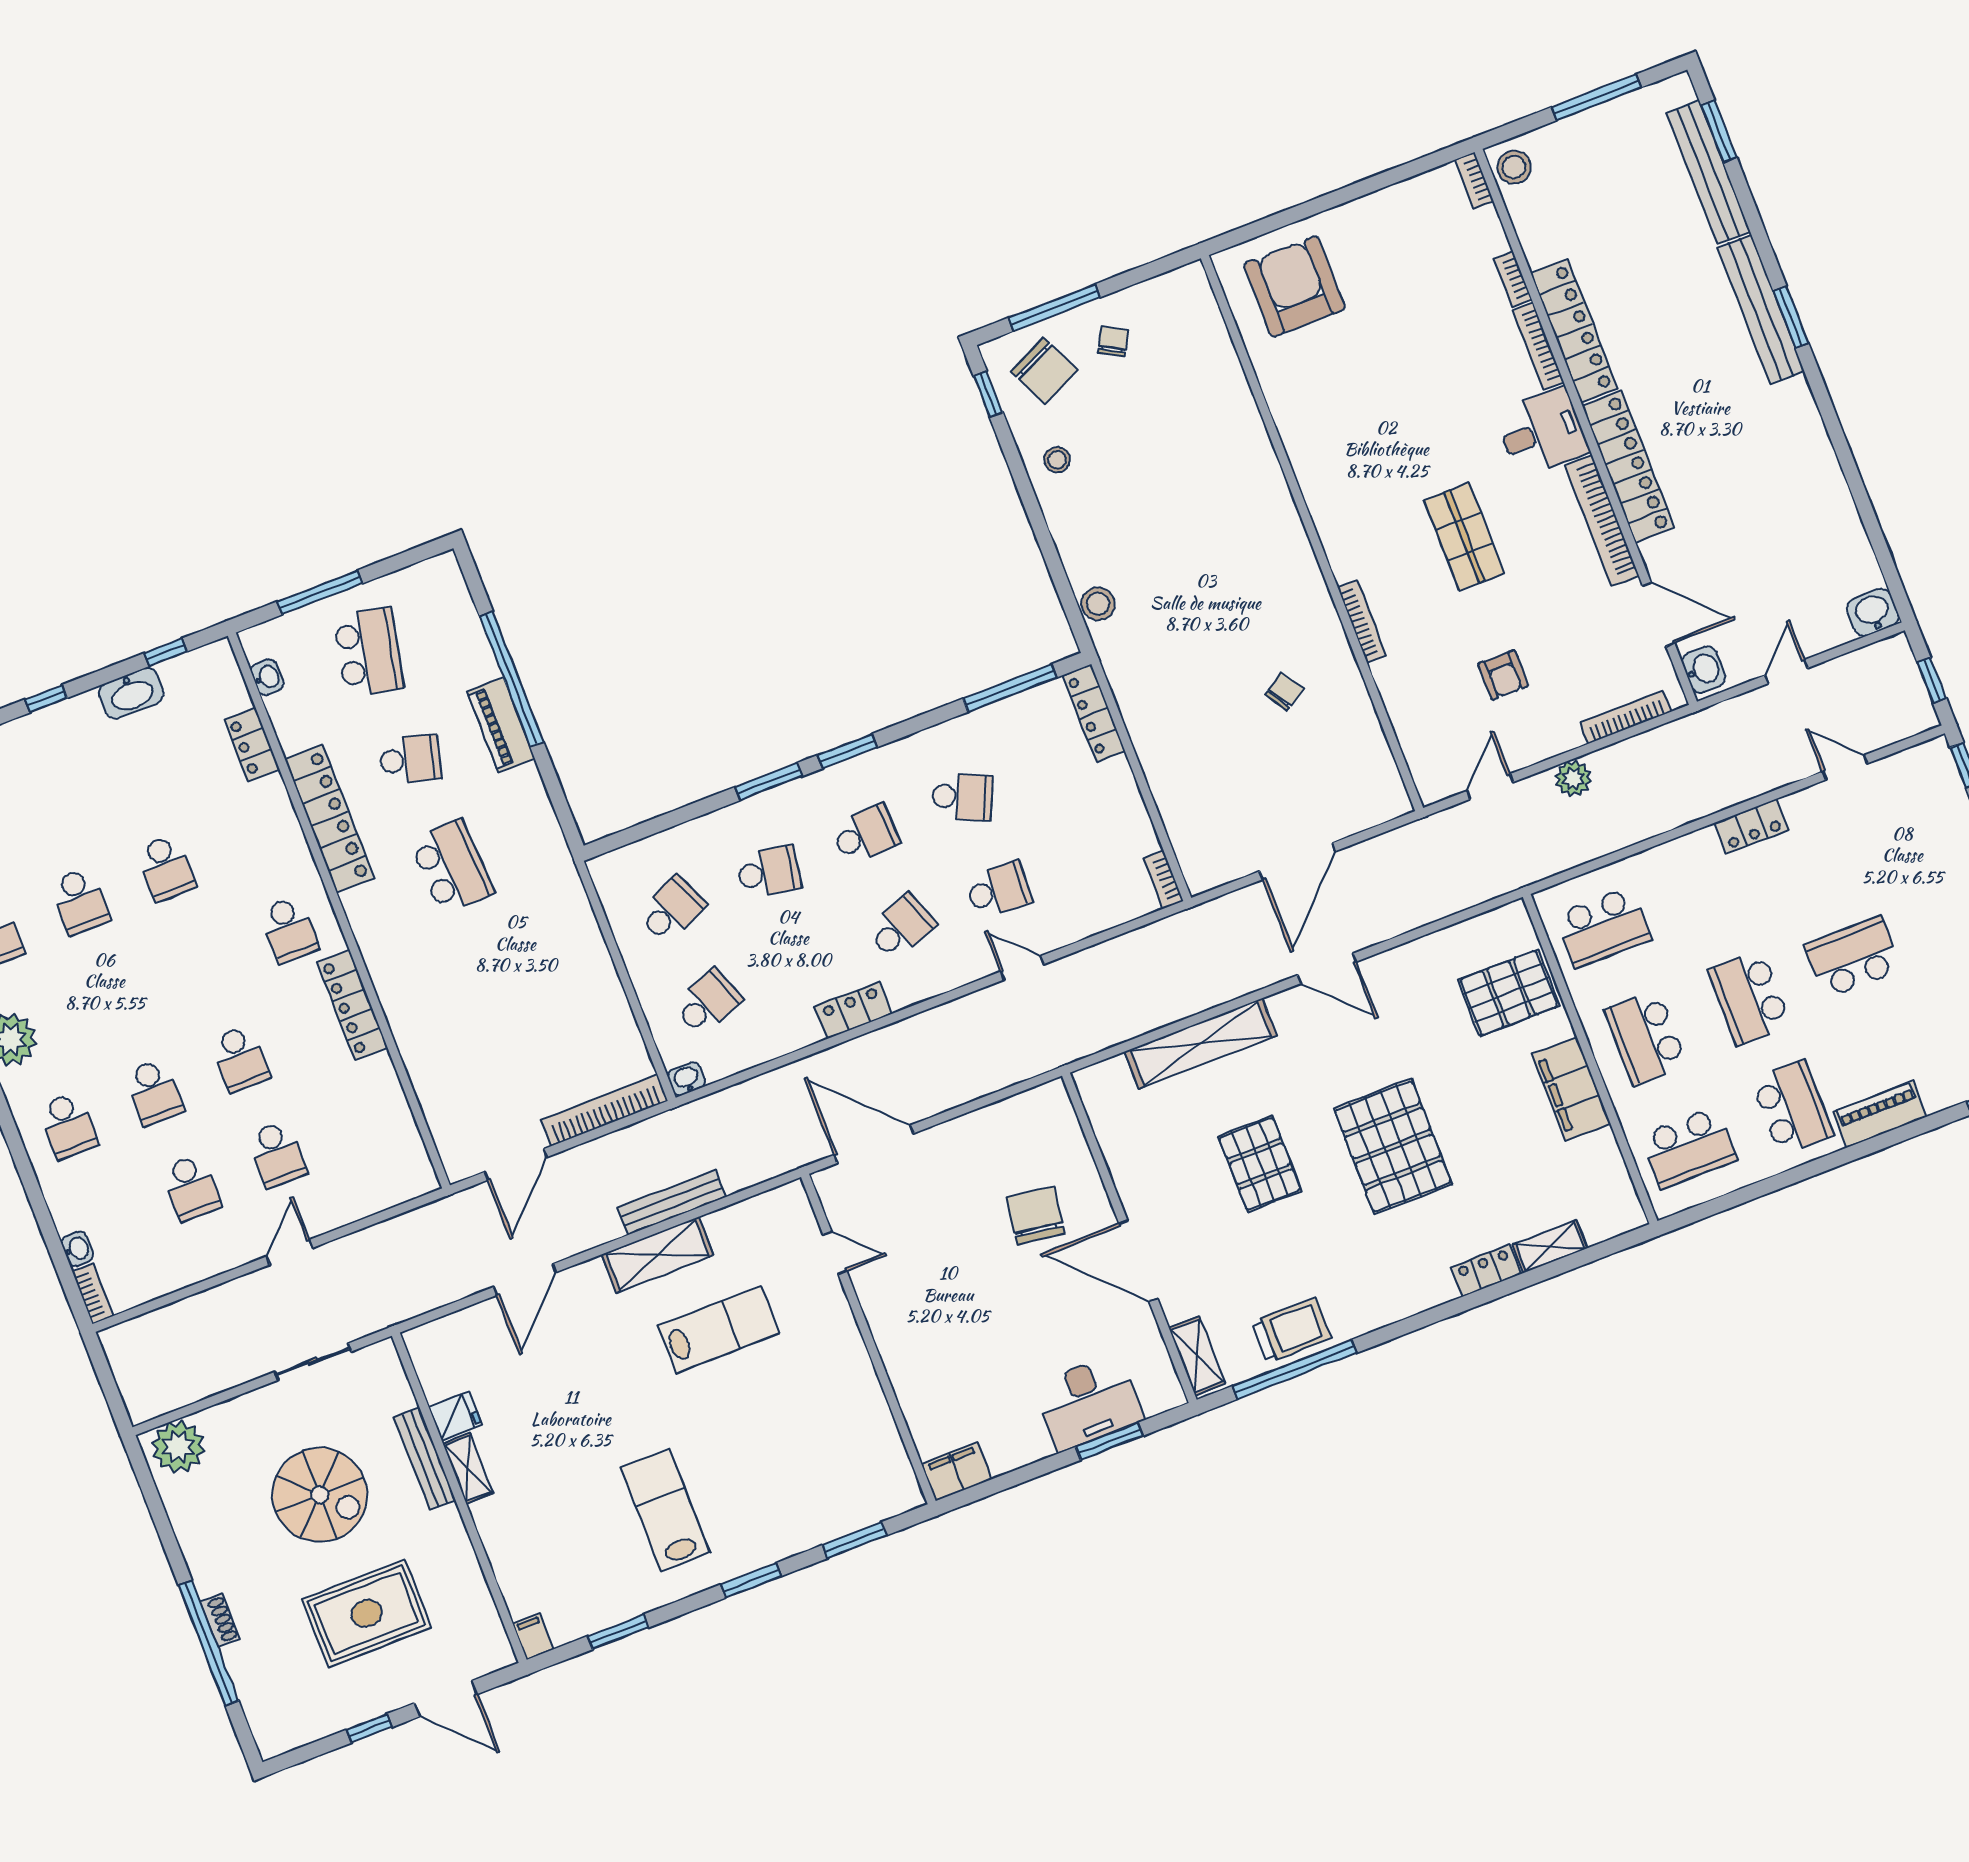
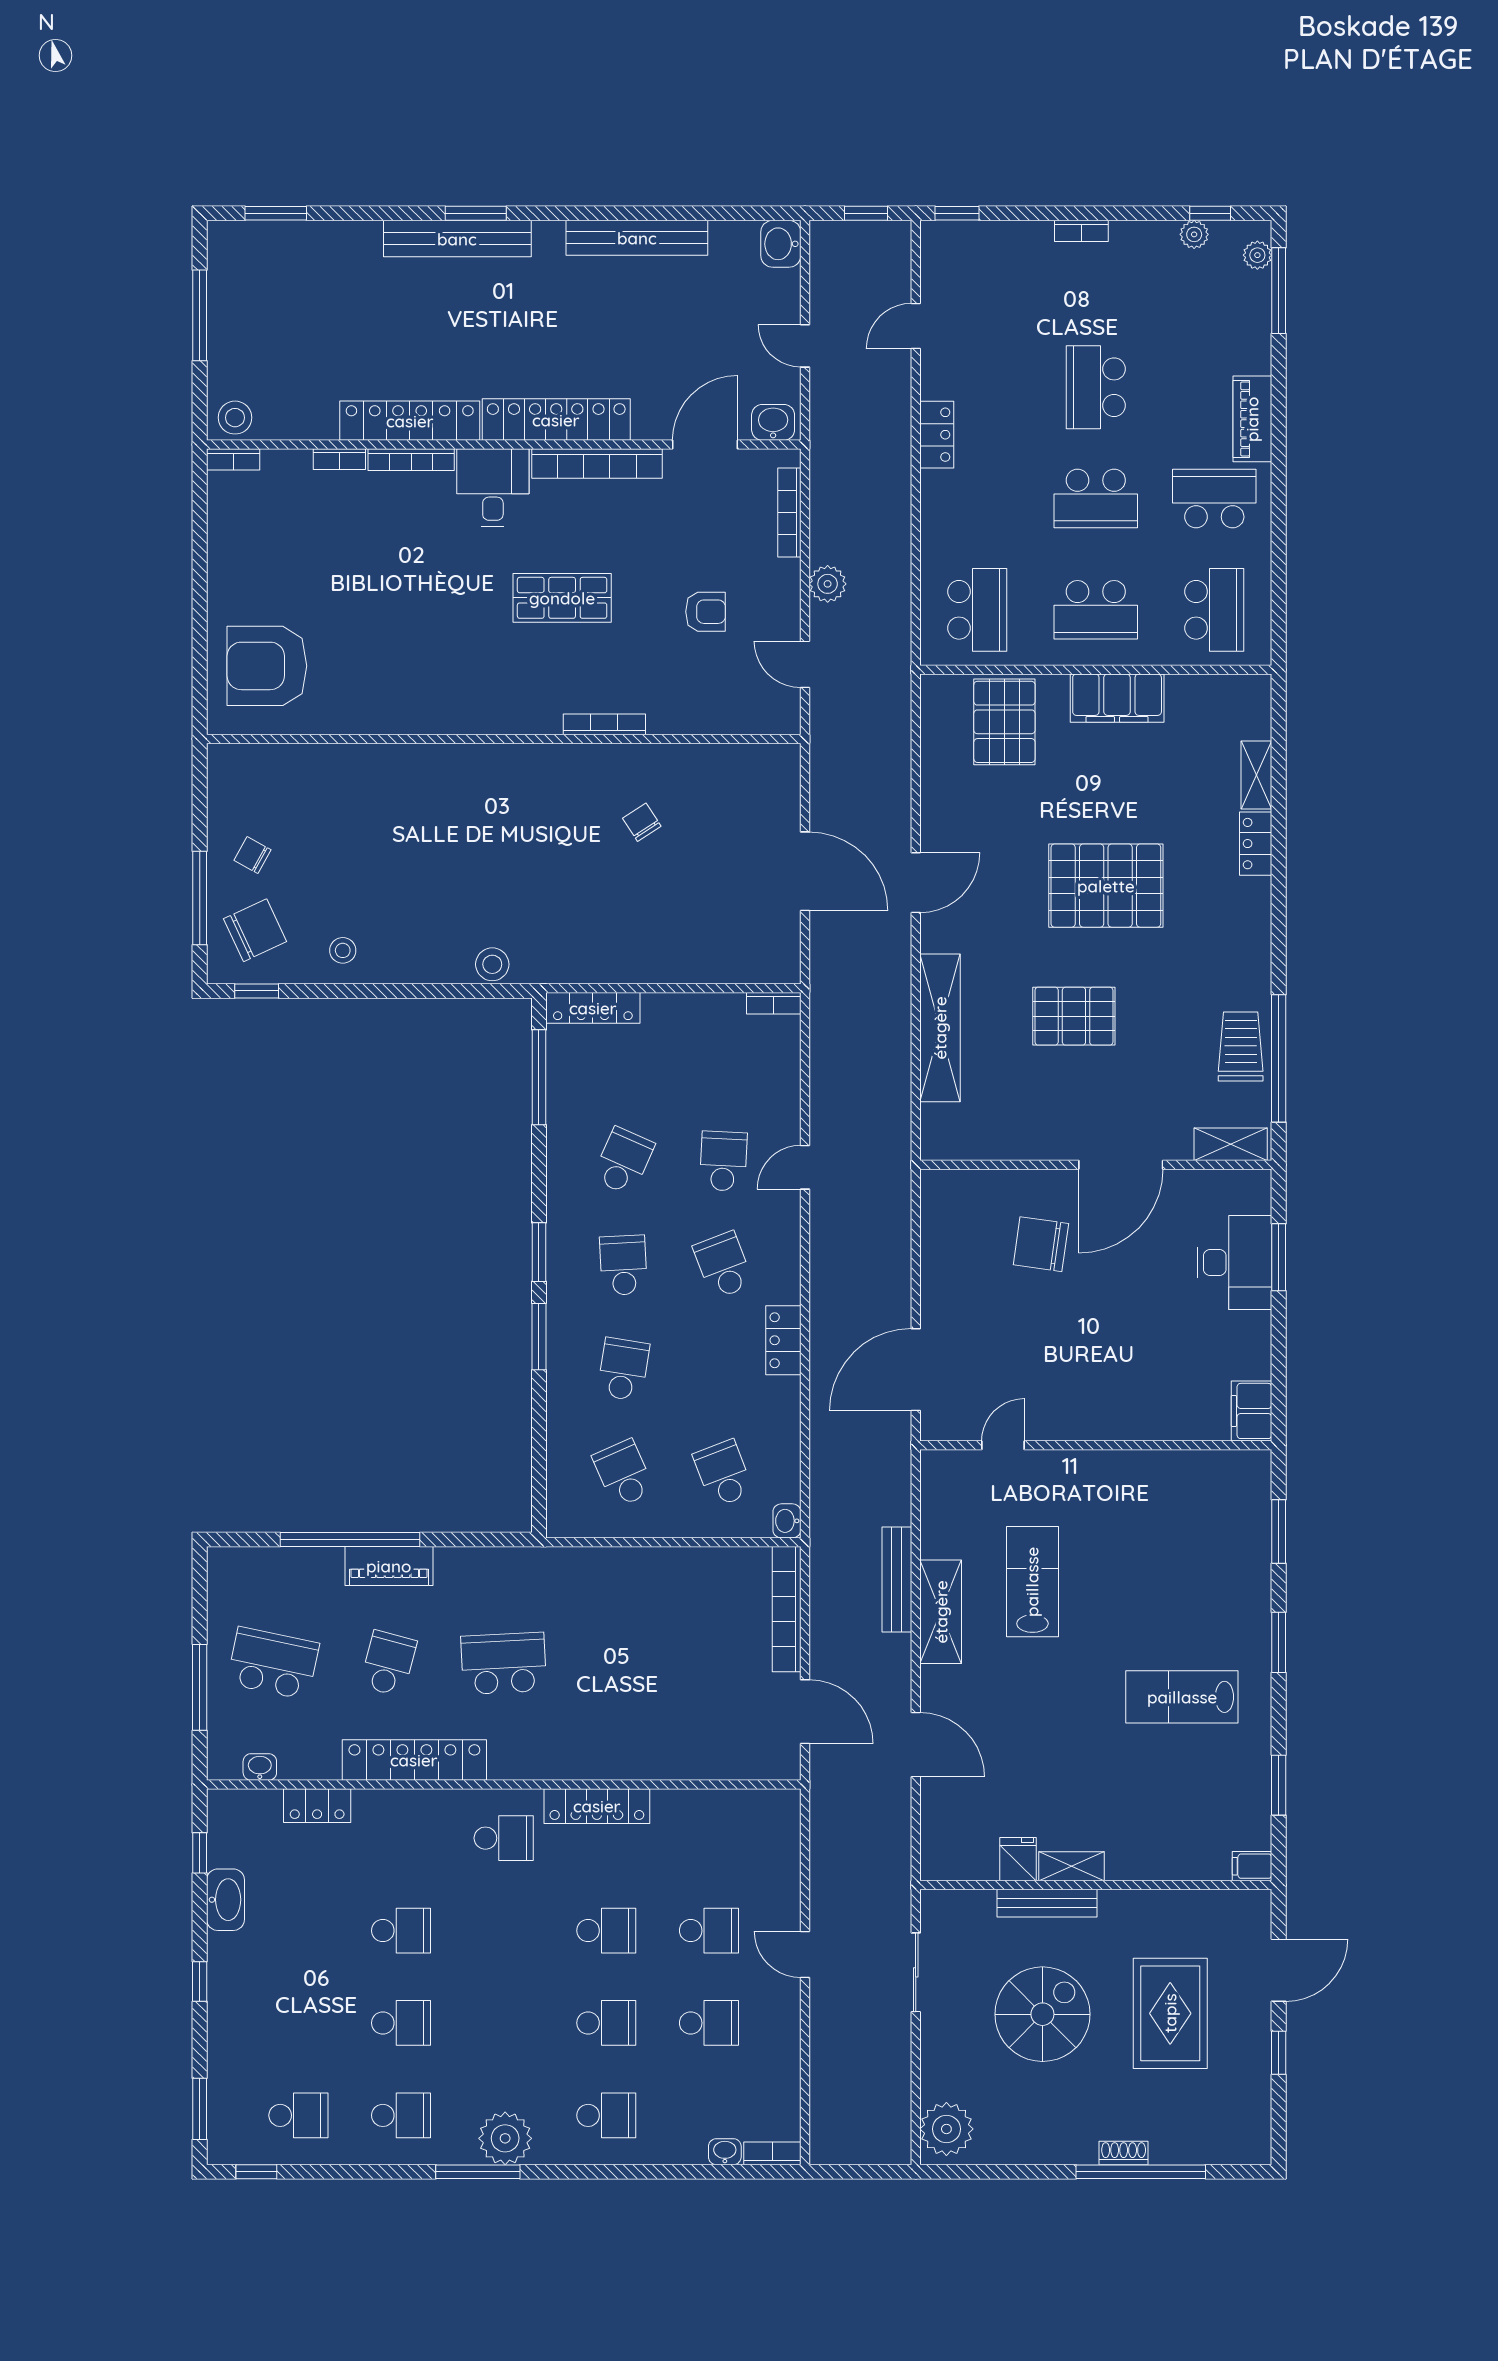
bench: (1708, 172) -> (637, 238), moved

